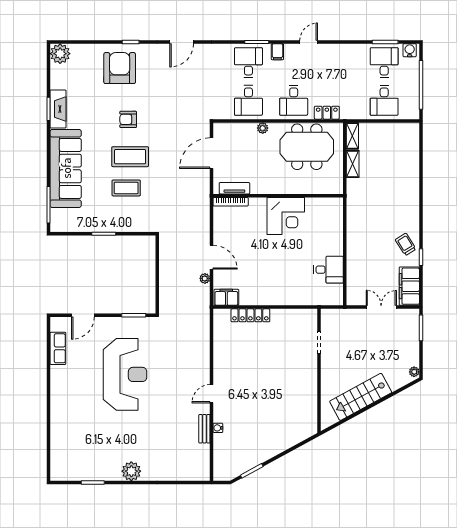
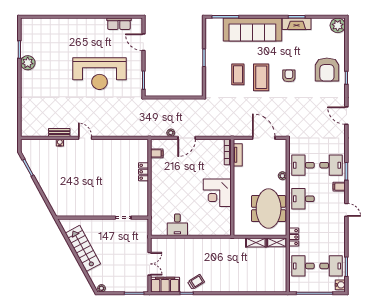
armchair: (120, 68) -> (327, 70), turned 90
locker: (327, 113) -> (294, 237), moved
filing cabinet: (226, 297) -> (157, 153), width x0.50
locker: (250, 315) -> (143, 172), width x0.66
plant: (131, 471) -> (28, 63), moved

